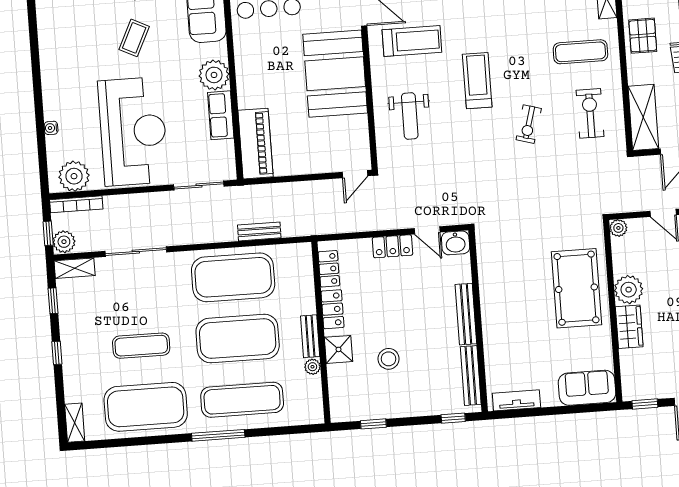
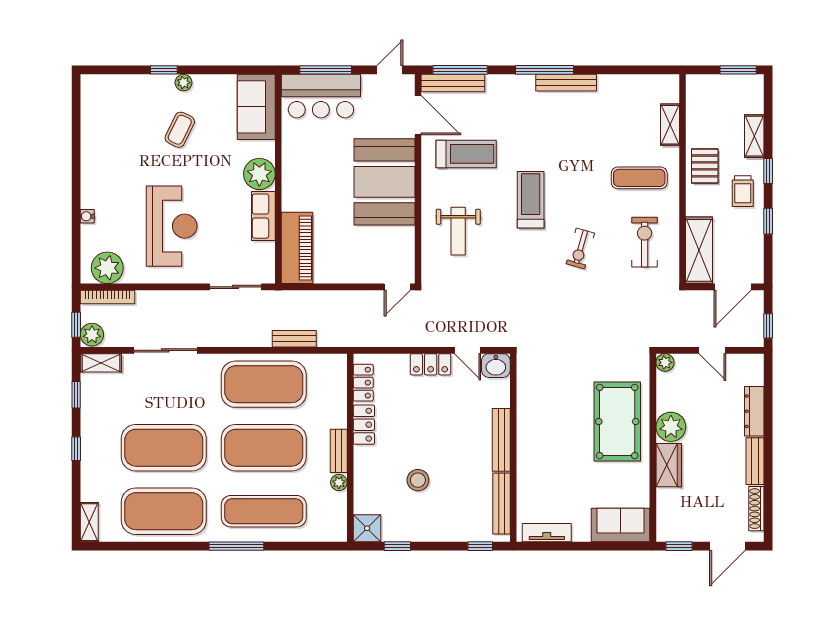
reception desk: (133, 131) -> (172, 226), width x0.74, depth x0.77
exercise mat: (141, 346) -> (164, 448), width x2.00, depth x1.45
shower: (339, 349) -> (367, 528), moved

